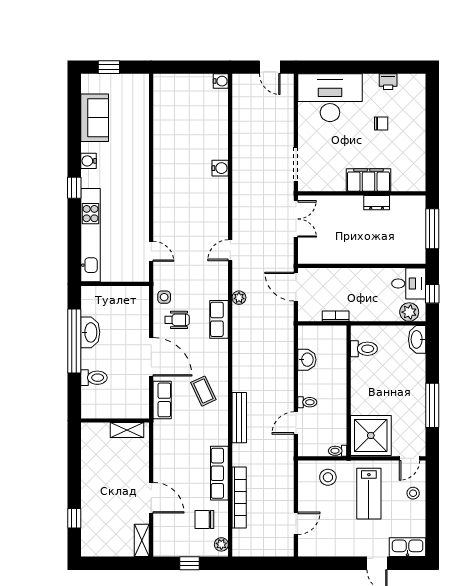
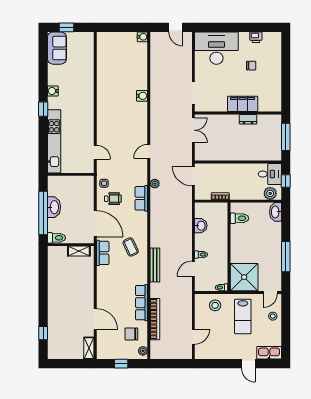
sofa: (95, 118) -> (57, 48), moved
wall: (115, 421) -> (71, 245), moved
shelving: (127, 430) -> (79, 251), moved

